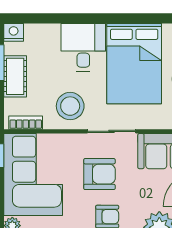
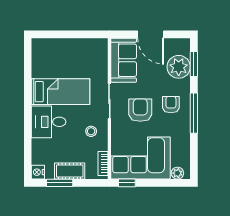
bed: (134, 64) -> (60, 92), width x0.67
stool: (70, 106) -> (91, 131), width x0.53, depth x0.53

